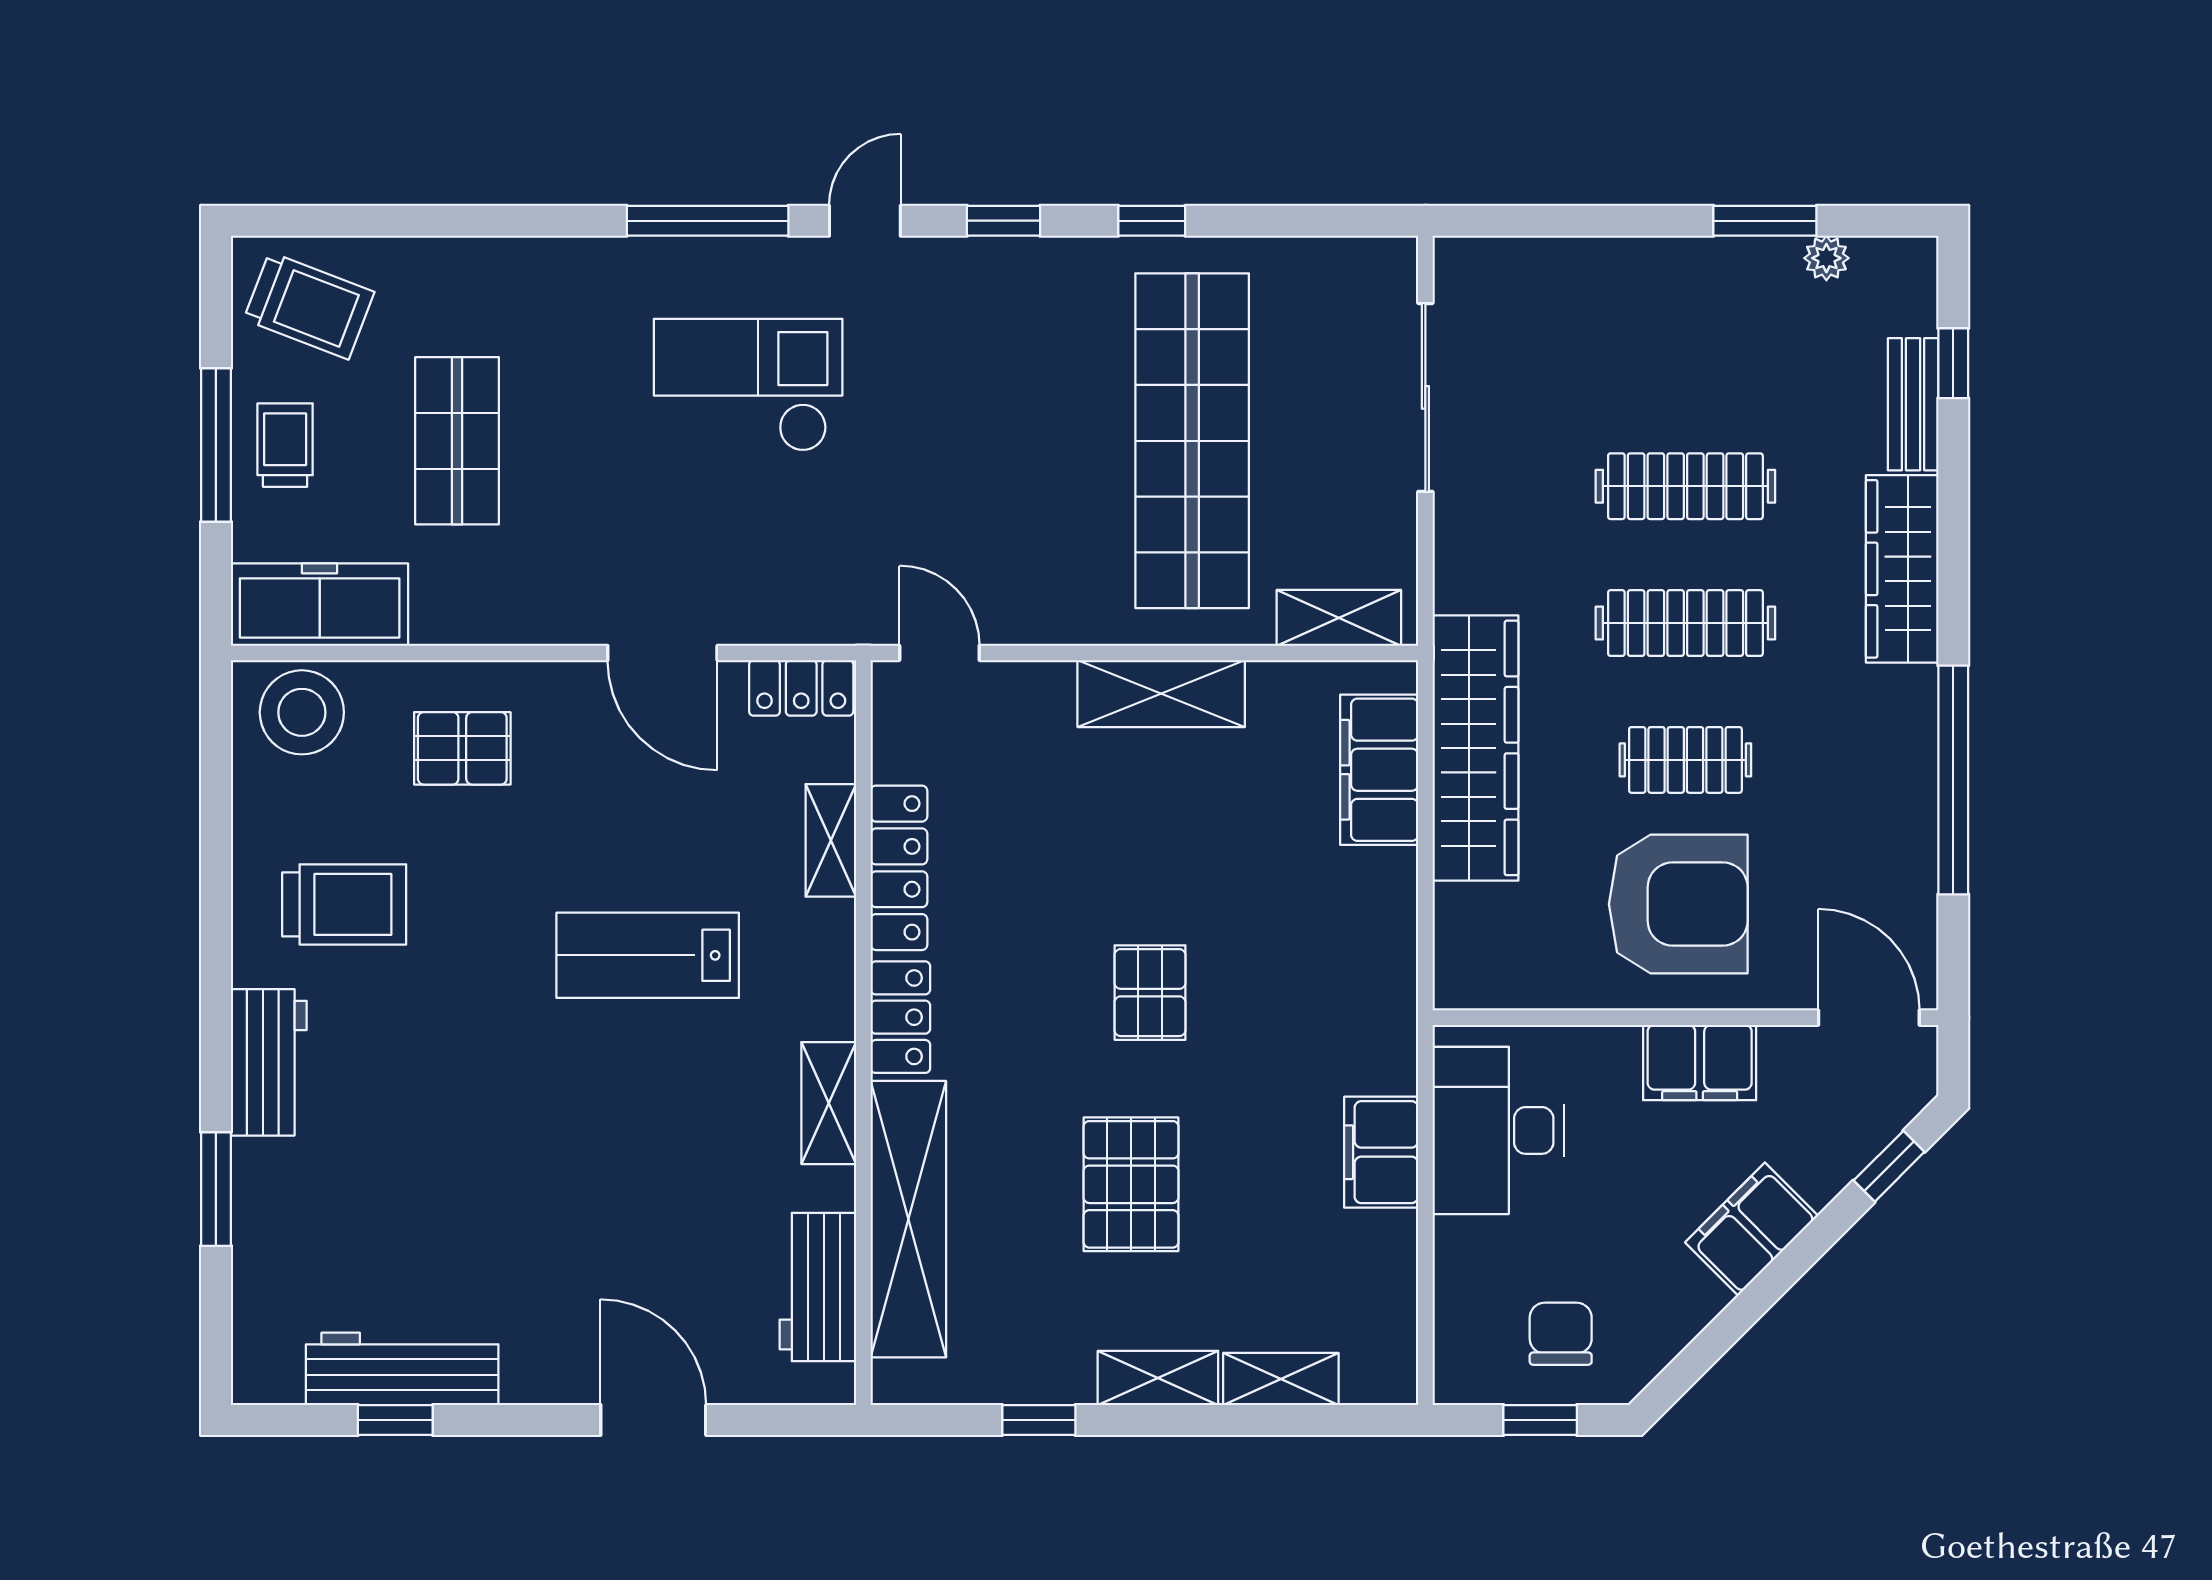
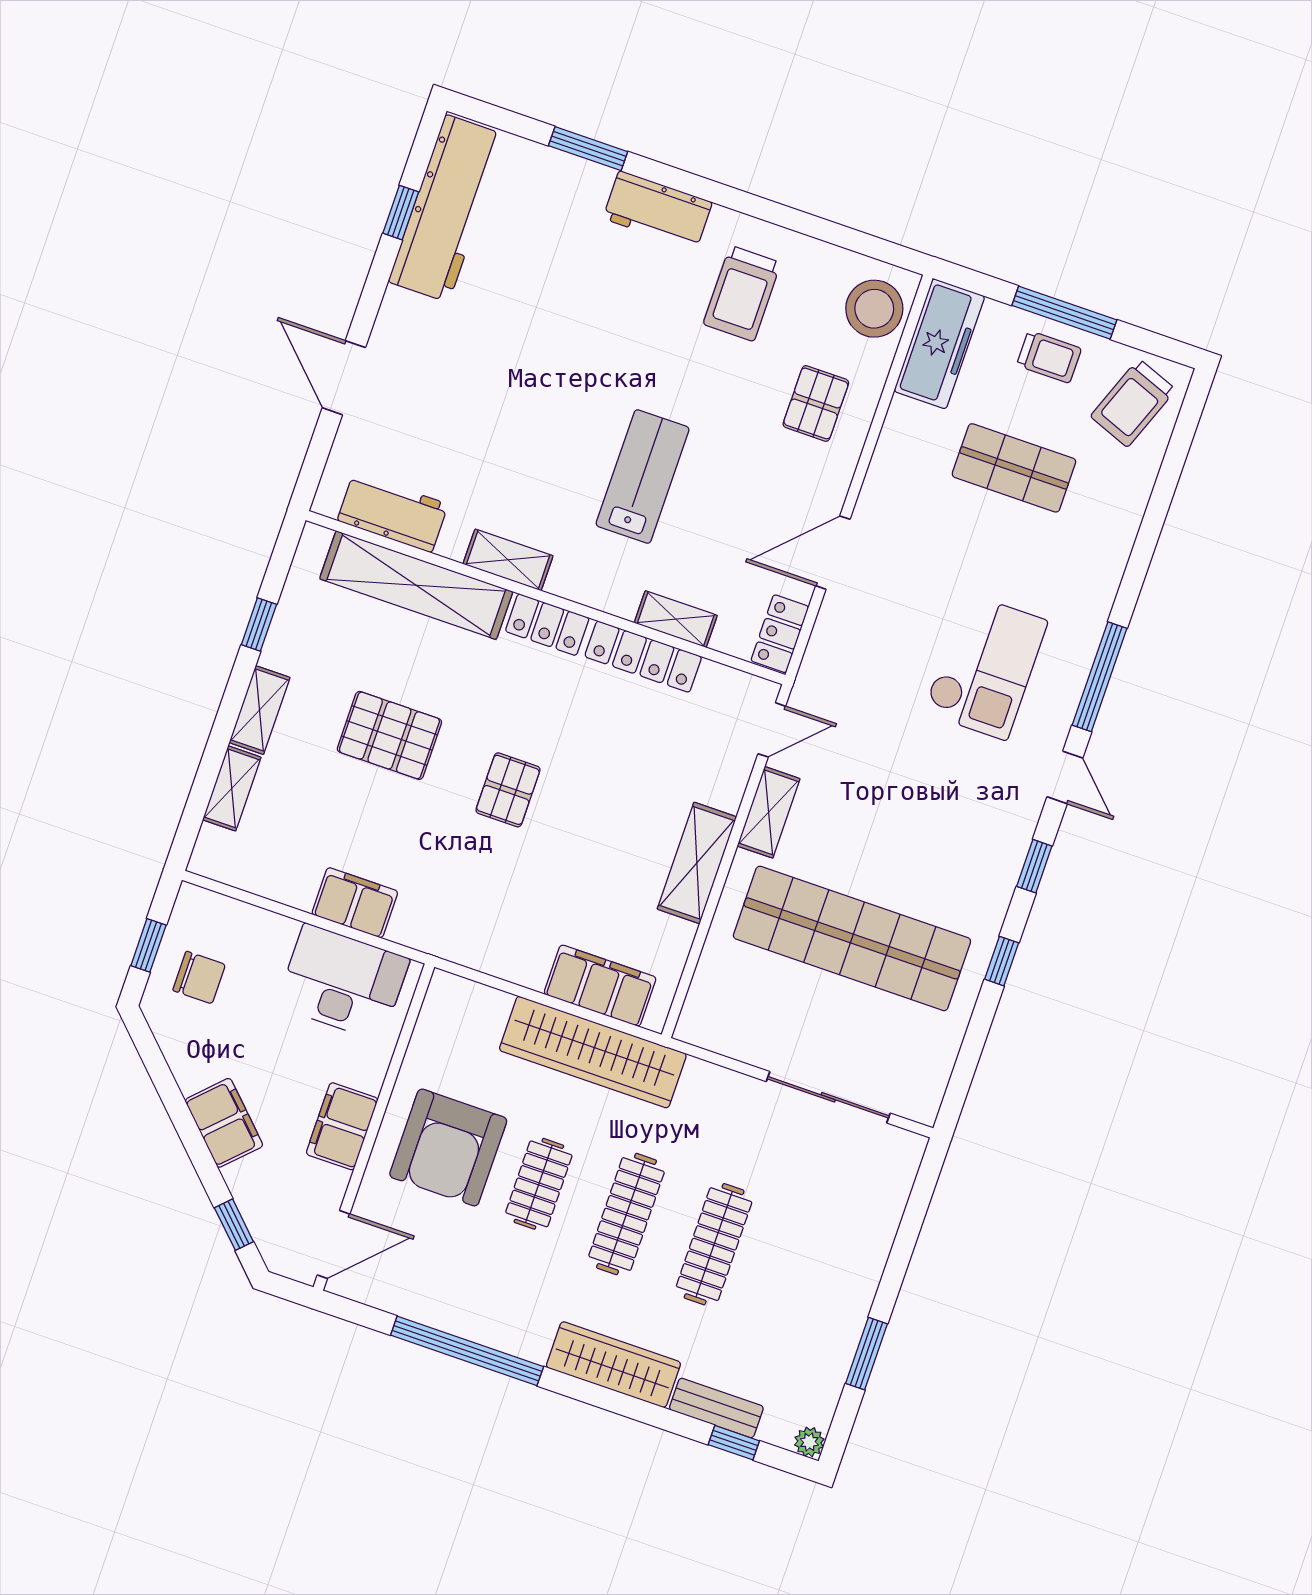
plant: (1826, 258) -> (809, 1442), moved
shelving: (1339, 618) -> (769, 812), moved
pallet: (1150, 993) -> (508, 790), turned 90
workbench: (402, 1369) -> (447, 208), width x1.36, depth x1.32
door: (653, 1420) -> (344, 378), swing flipped

